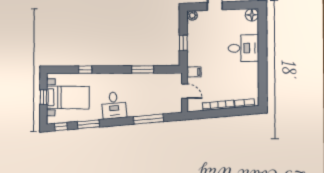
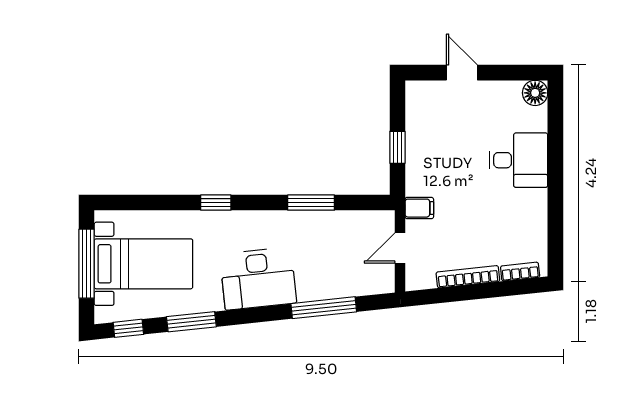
plant: (192, 15) -> (416, 90), removed
window: (85, 70) -> (216, 203), moved
door: (185, 91) -> (400, 248), swing flipped
window: (43, 97) -> (87, 264), width x2.17
desk: (114, 105) -> (258, 279), width x1.37

